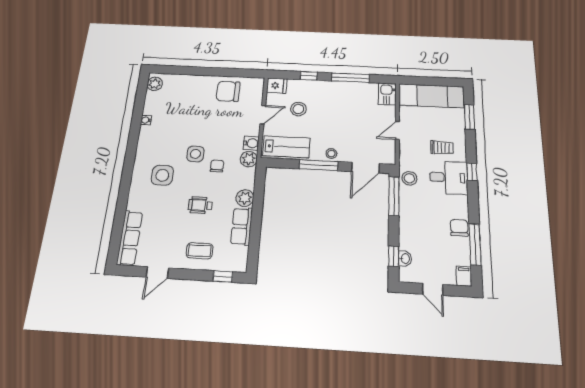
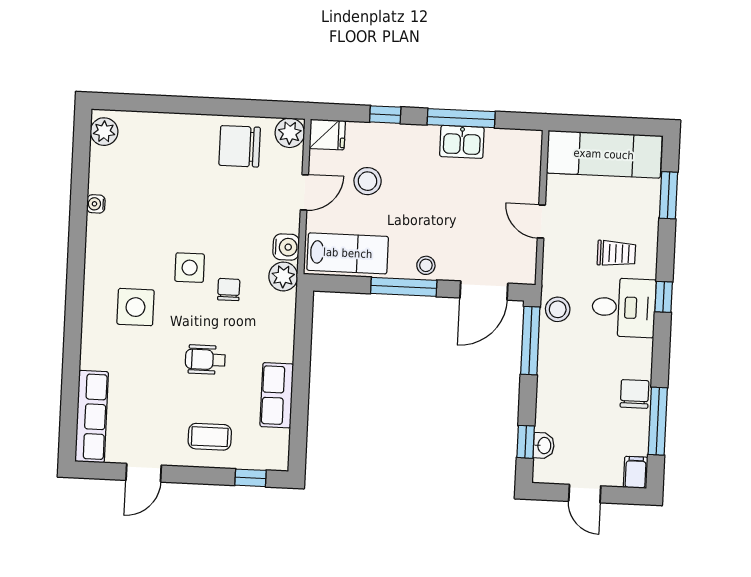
kitchen sink: (387, 94) -> (462, 142), moved, turned -90
door: (397, 130) -> (541, 222), hinge flipped
plant: (245, 198) -> (290, 133), moved

